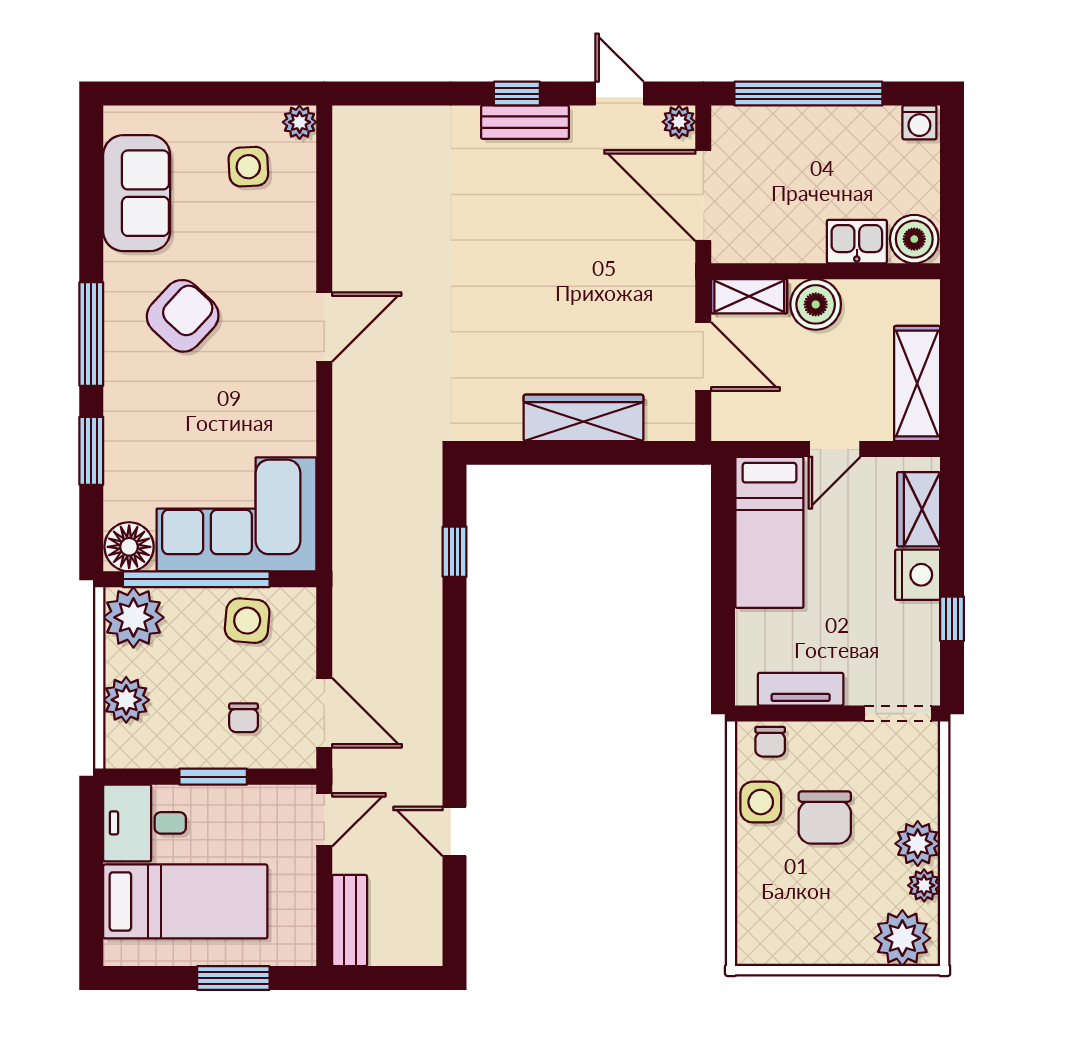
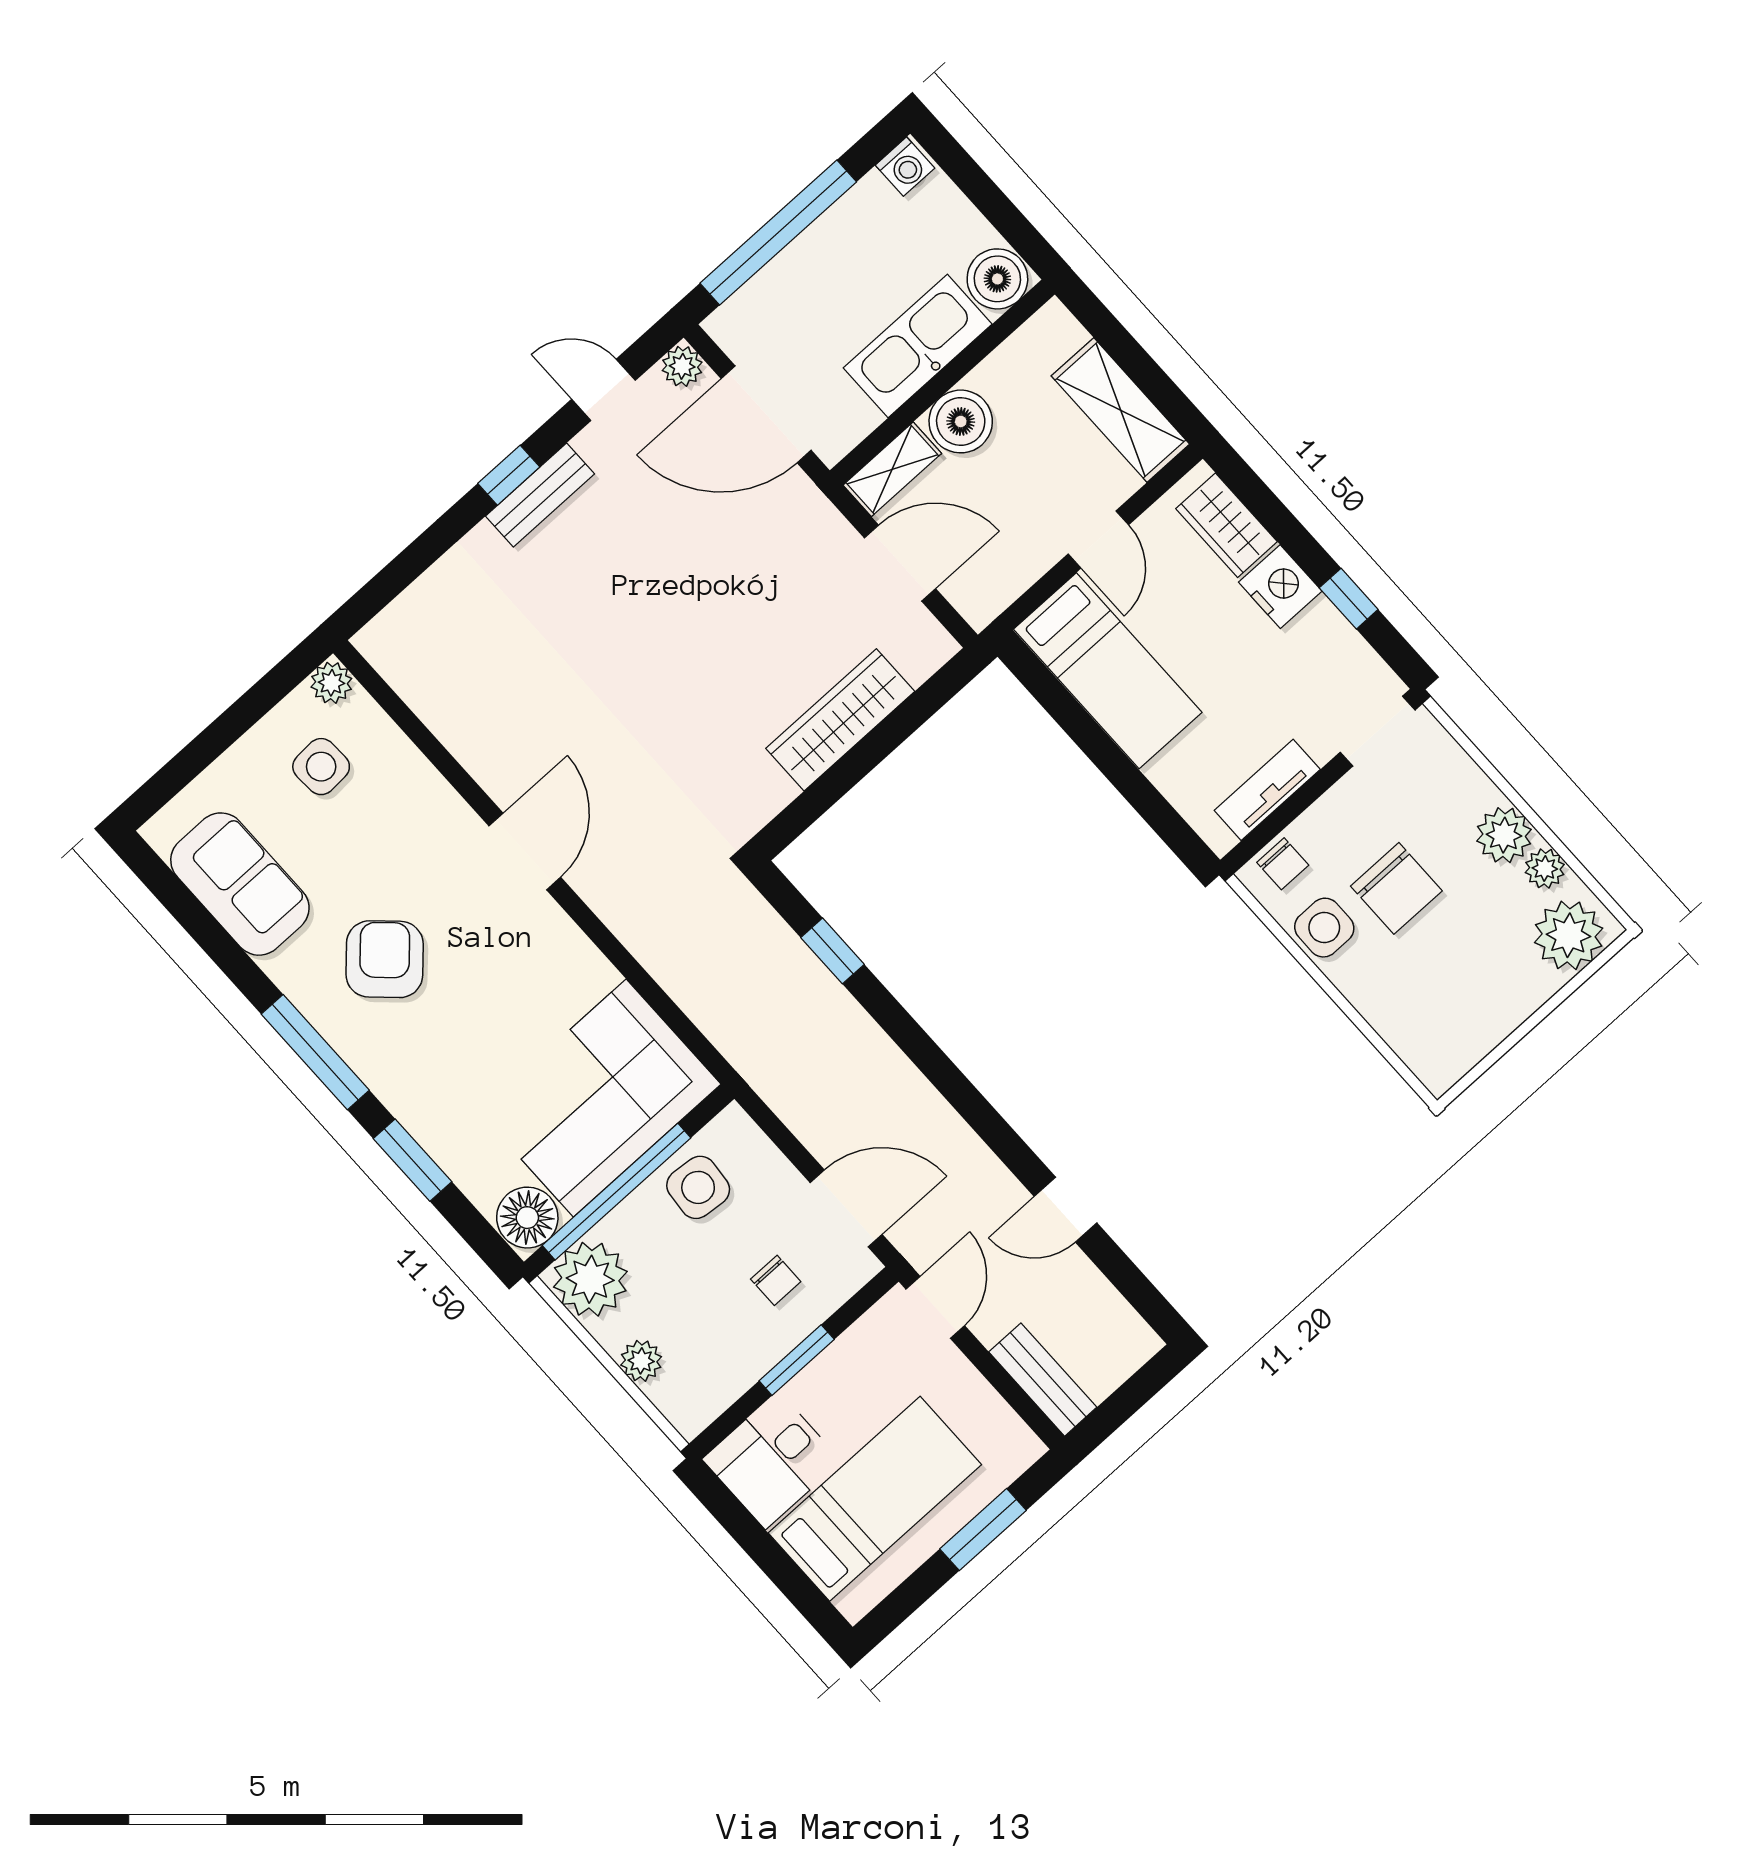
kitchen sink: (857, 242) -> (918, 346), width x1.87, depth x1.24
plant: (126, 700) -> (641, 1361), width x0.73, depth x0.73

